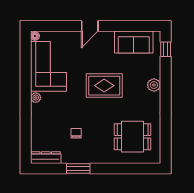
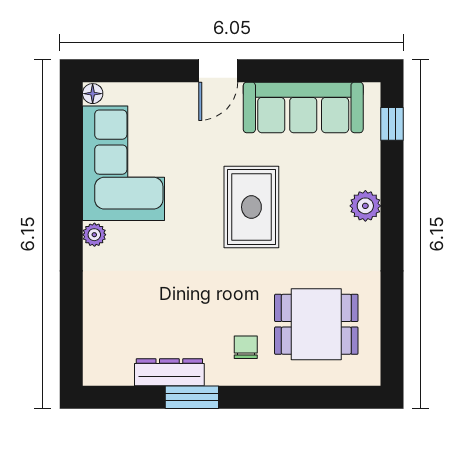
sofa: (134, 42) -> (303, 107), width x1.36
rug: (104, 86) -> (251, 207), turned 90
chair: (76, 133) -> (246, 347), moved
dresser: (46, 158) -> (169, 372), moved

